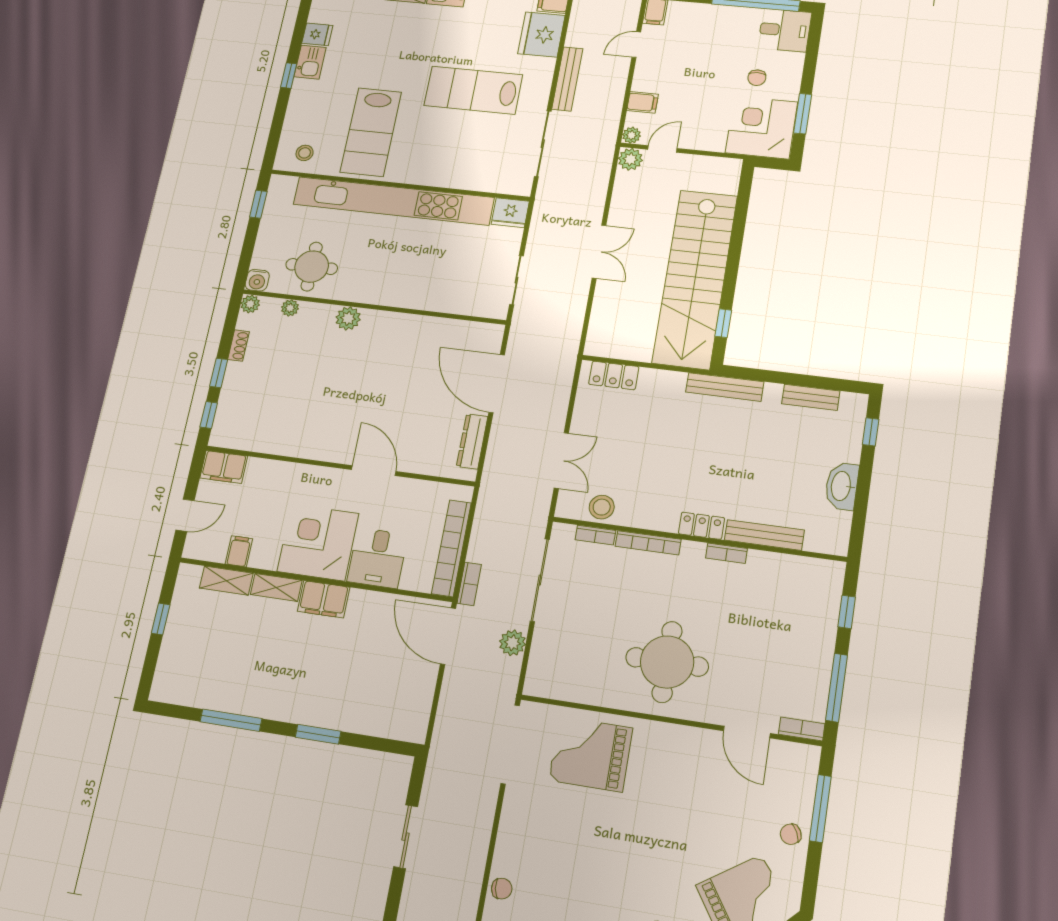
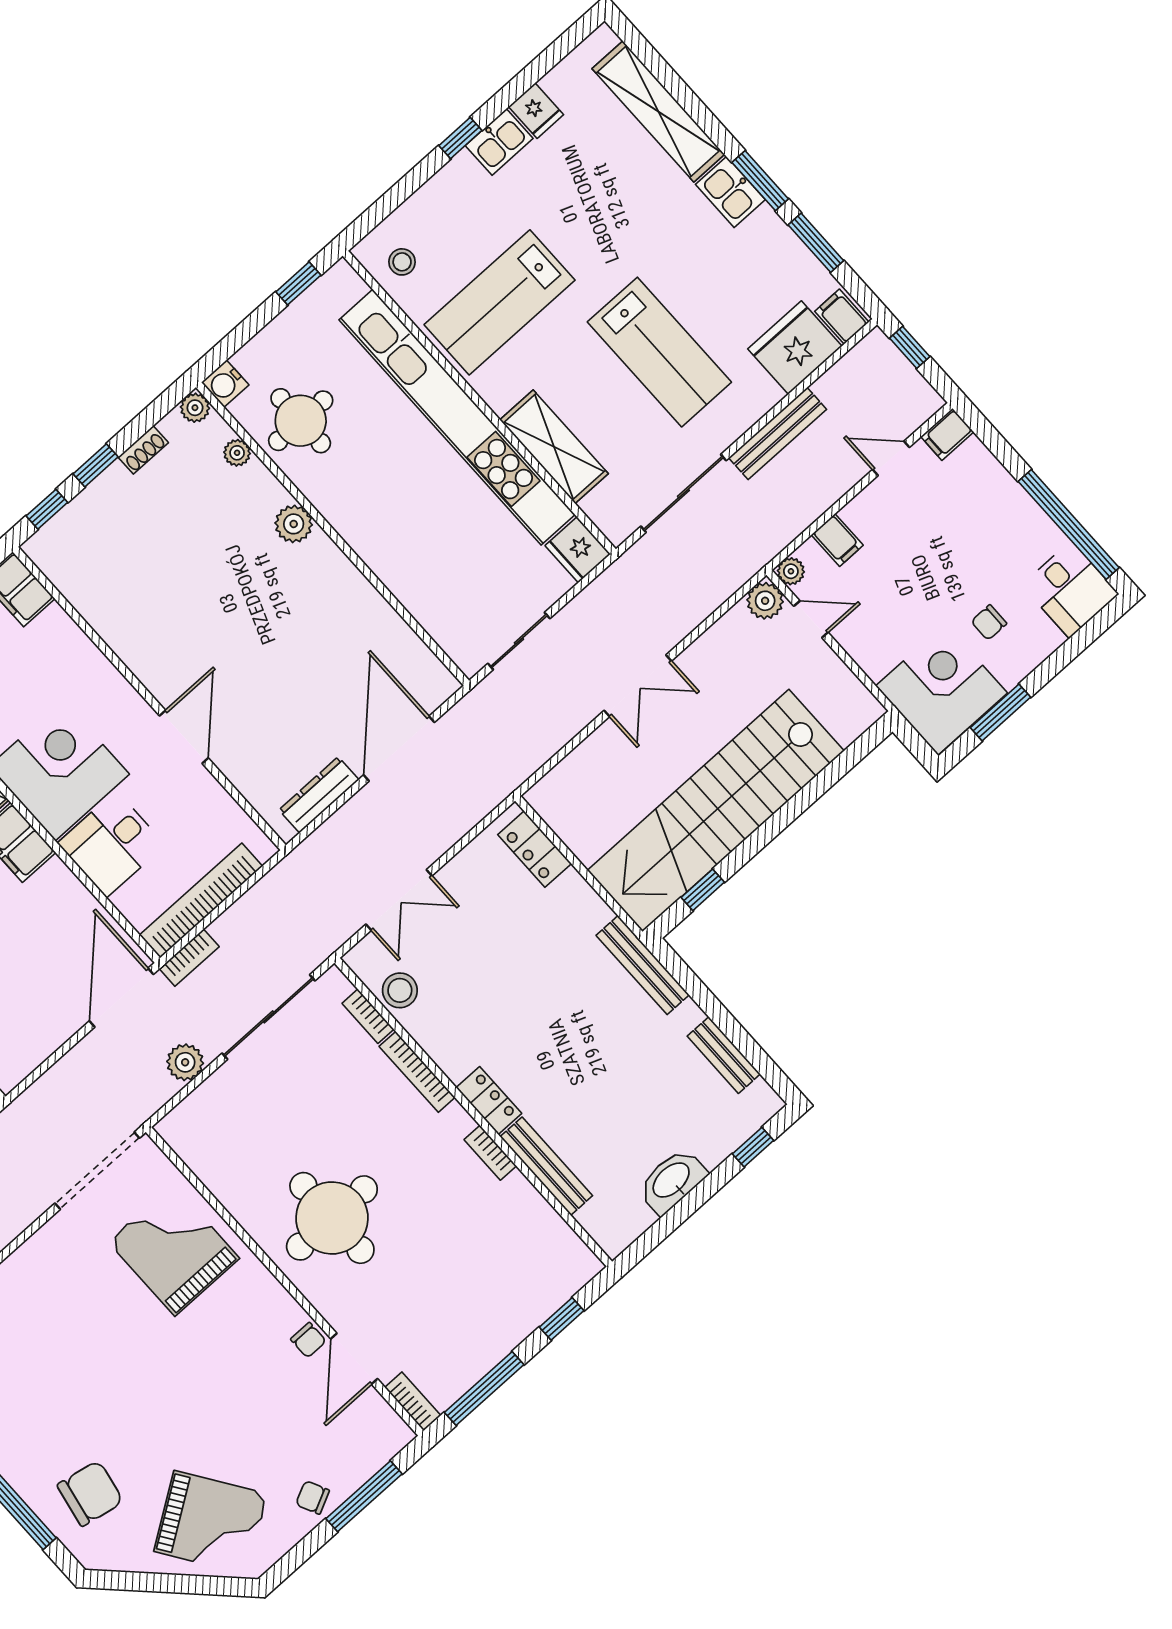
lab bench: (473, 90) -> (659, 352), turned 180
shelving: (456, 175) -> (554, 447), added
chair: (711, 743) -> (308, 1340), added

